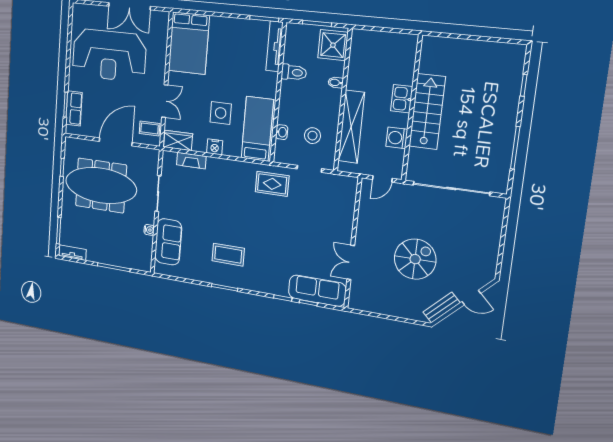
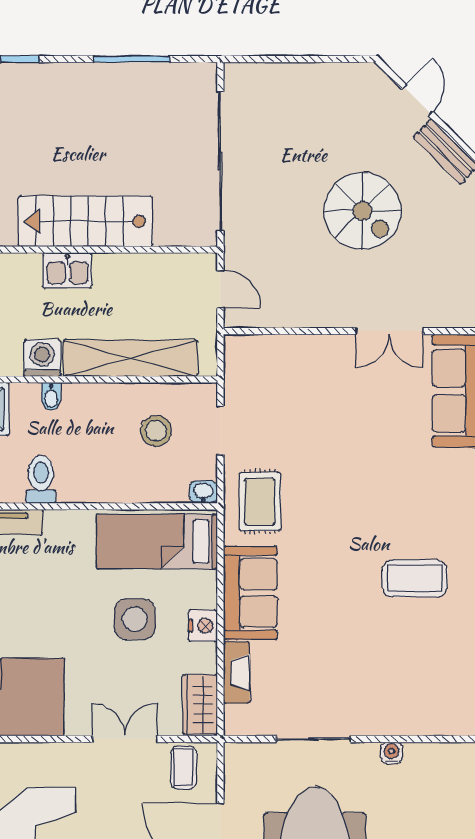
washbasin: (282, 132) -> (203, 492), moved
washing machine: (397, 138) -> (42, 358), moved, turned 180
sofa: (168, 242) -> (250, 593), moved, turned 90
coffee table: (228, 255) -> (415, 579), turned 90
spiral stairs: (415, 259) -> (362, 211), turned 180

